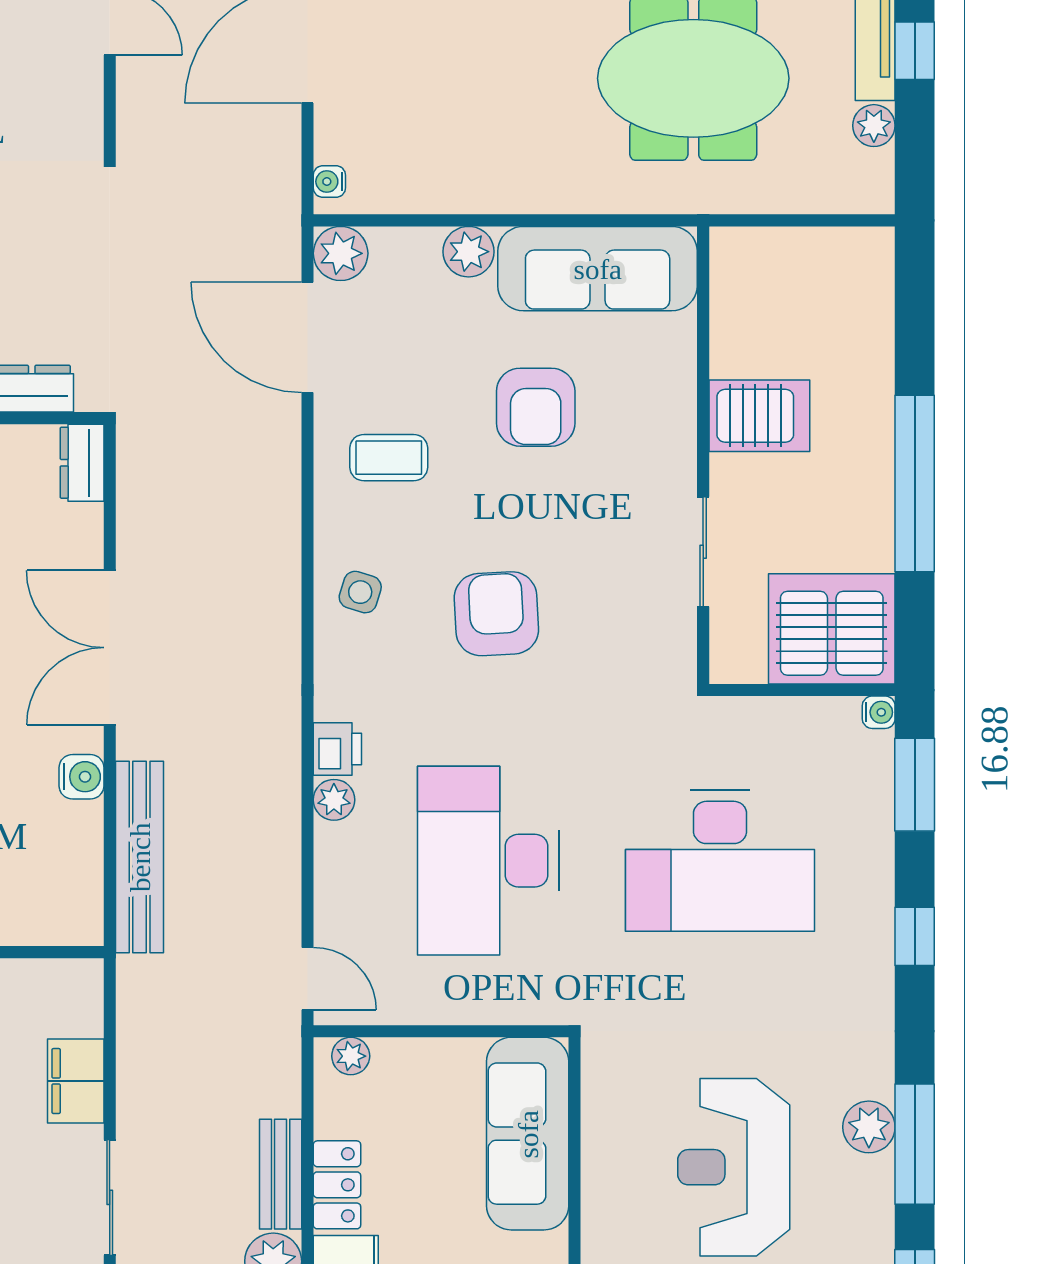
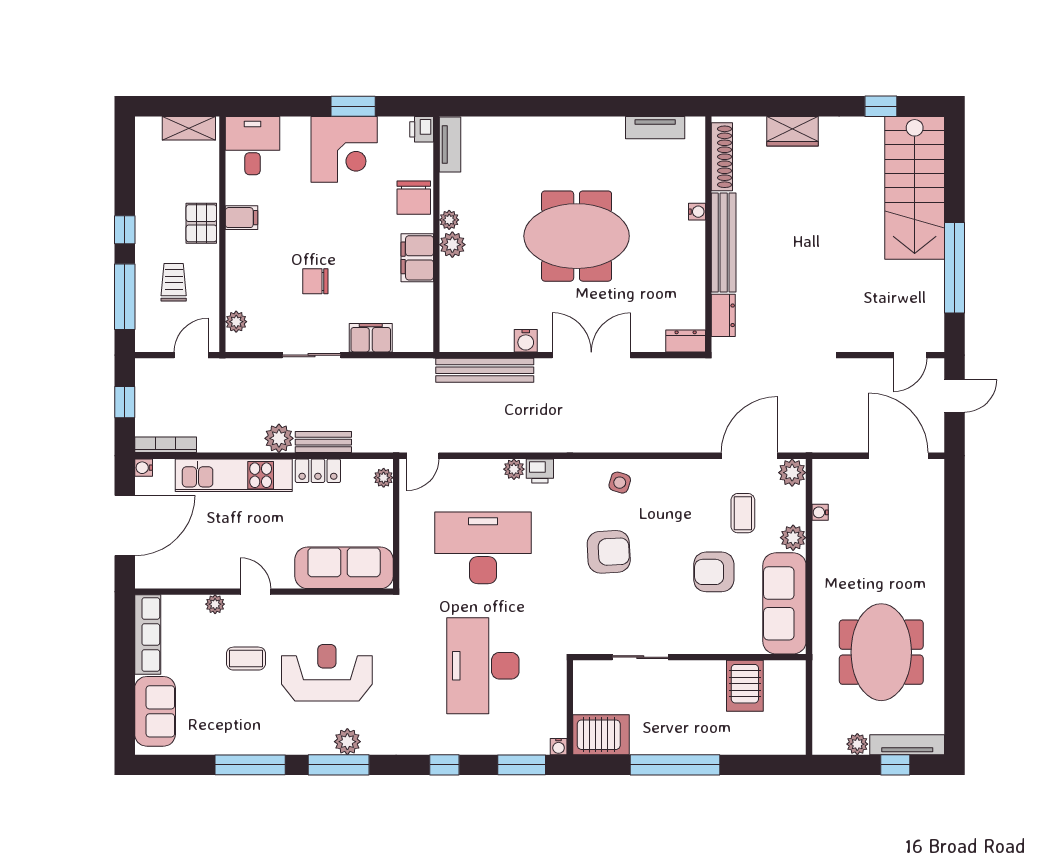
water cooler: (329, 182) -> (820, 512), moved, turned -90
server rack: (759, 416) -> (745, 686), moved
coffee table: (389, 458) -> (743, 513), moved
server rack: (832, 629) -> (601, 735), width x0.62

